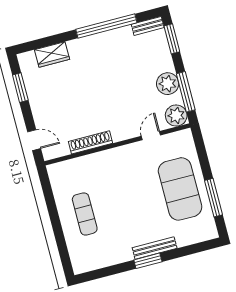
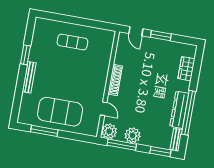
dresser: (108, 39) -> (179, 110), added
window: (20, 88) -> (161, 36), moved
door: (34, 140) -> (136, 31), hinge flipped
shoe rack: (90, 142) -> (115, 80), moved
window: (148, 261) -> (25, 55), moved

